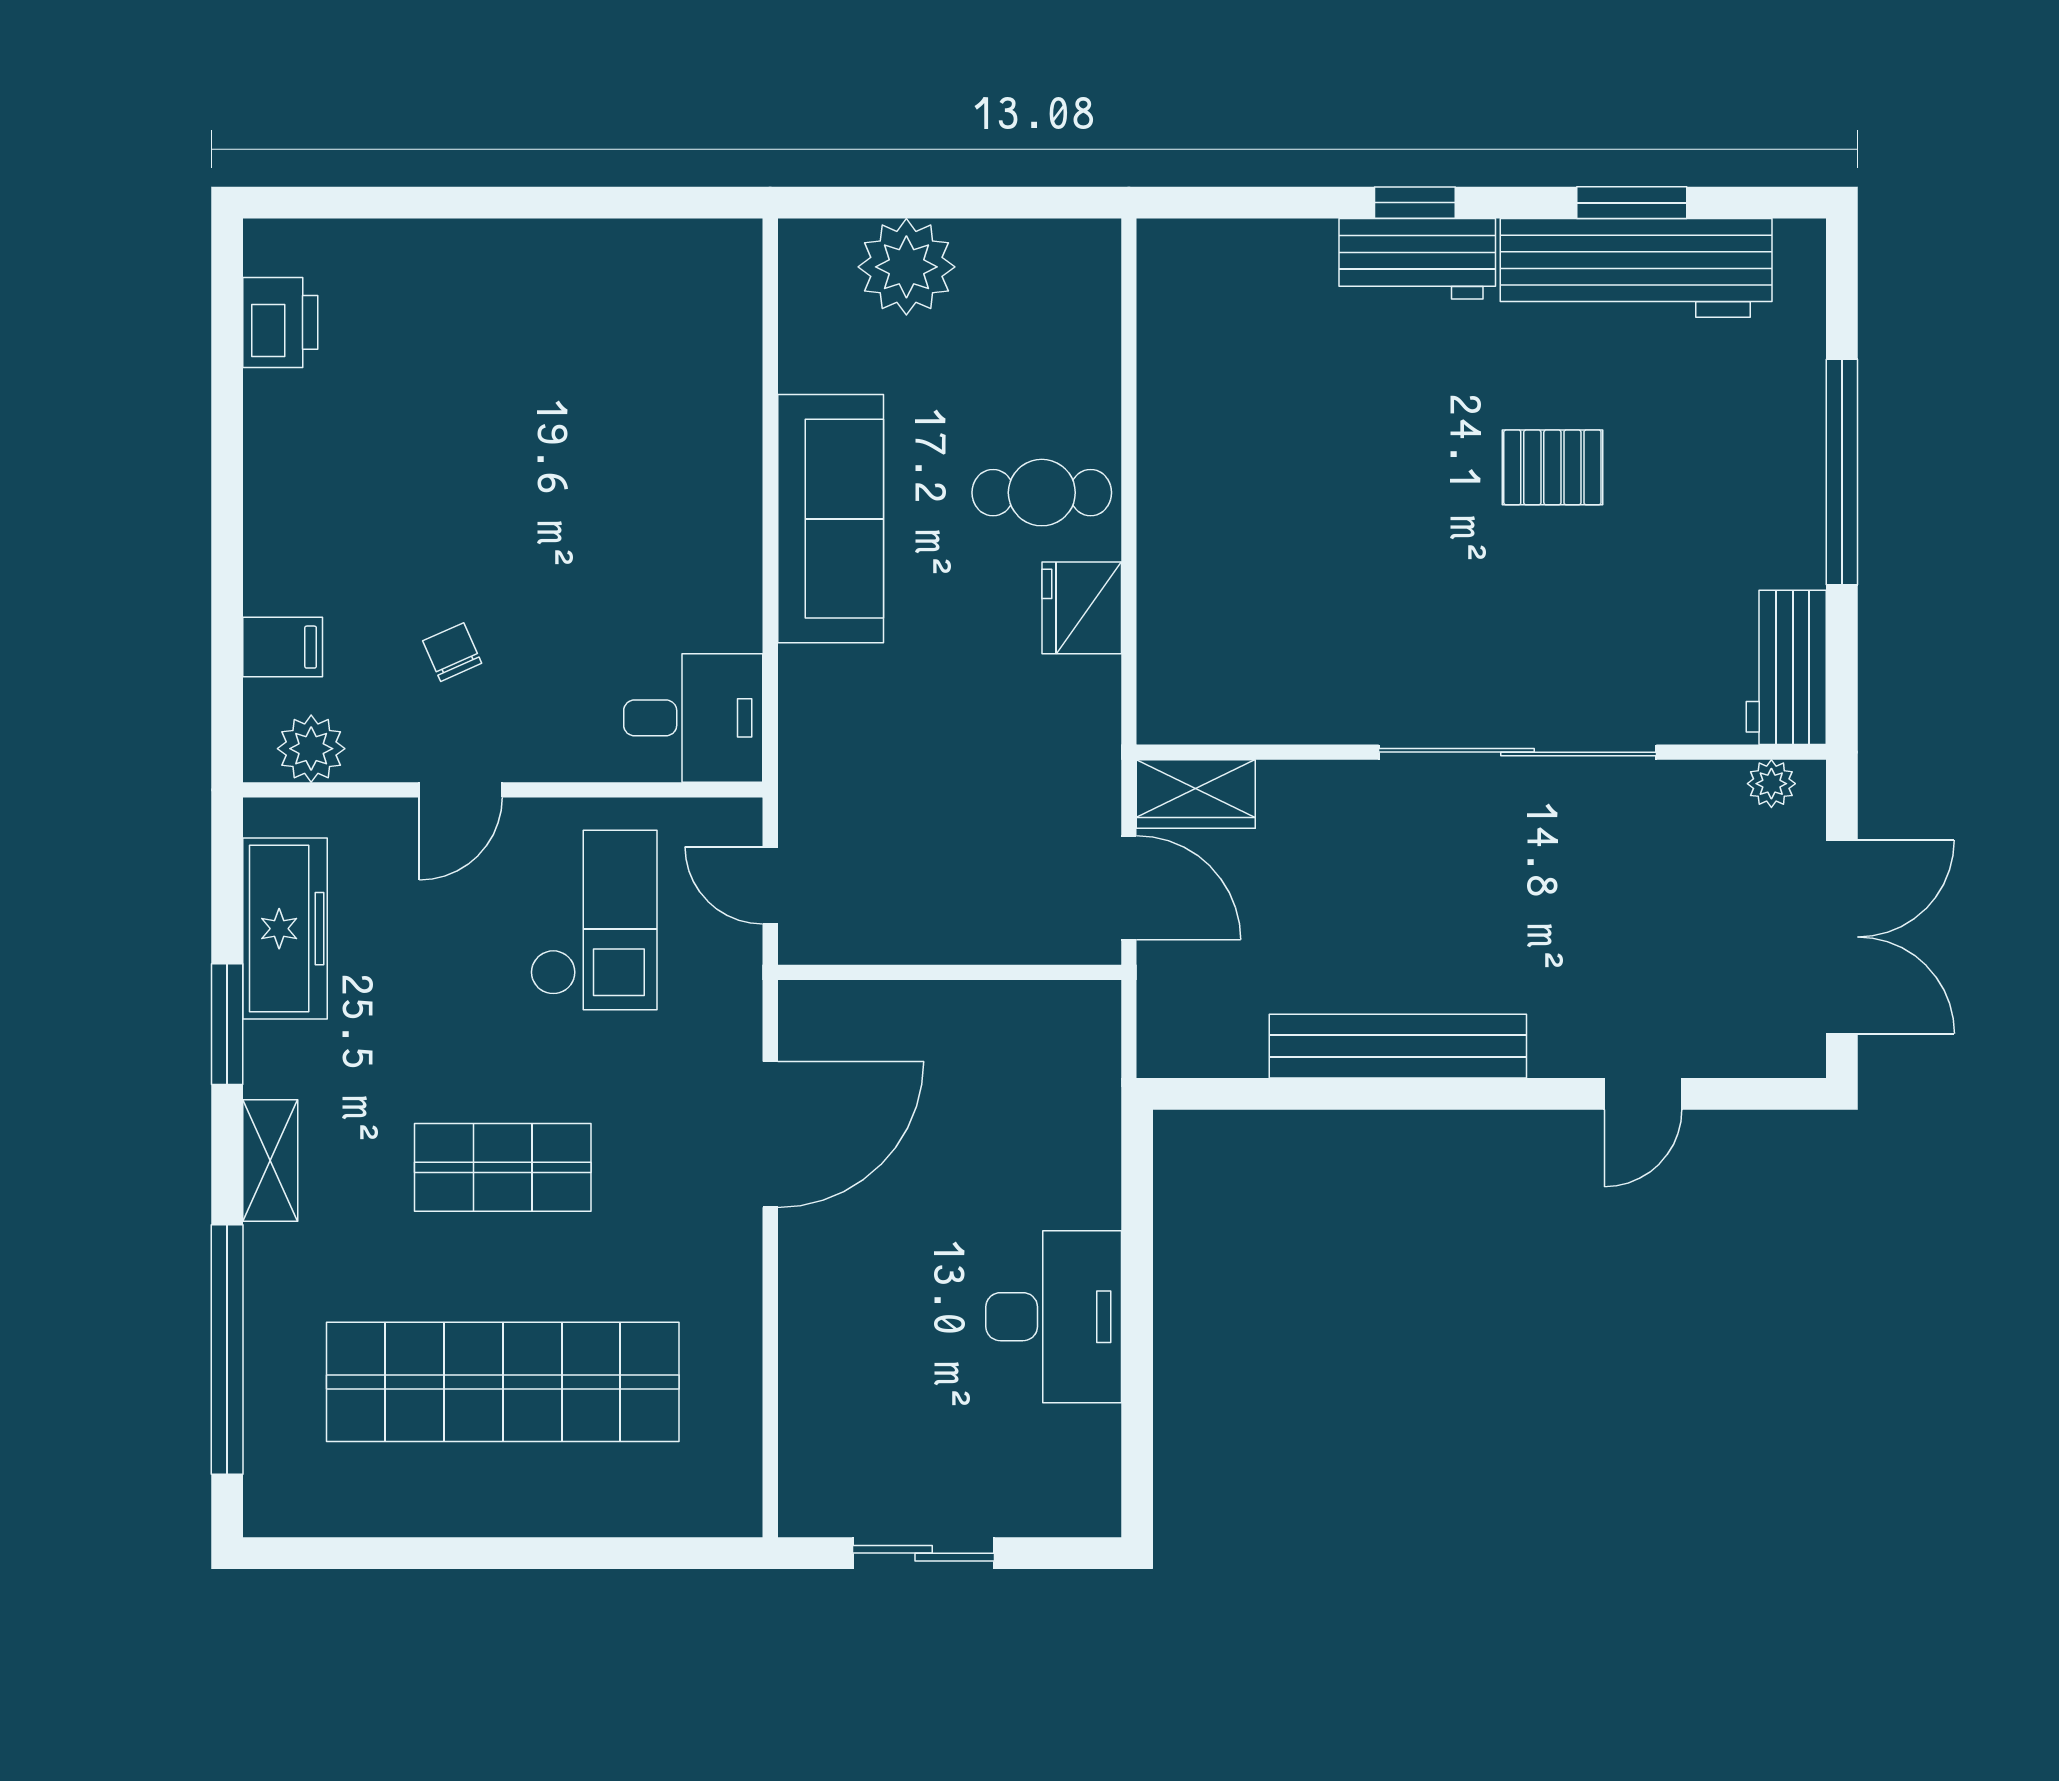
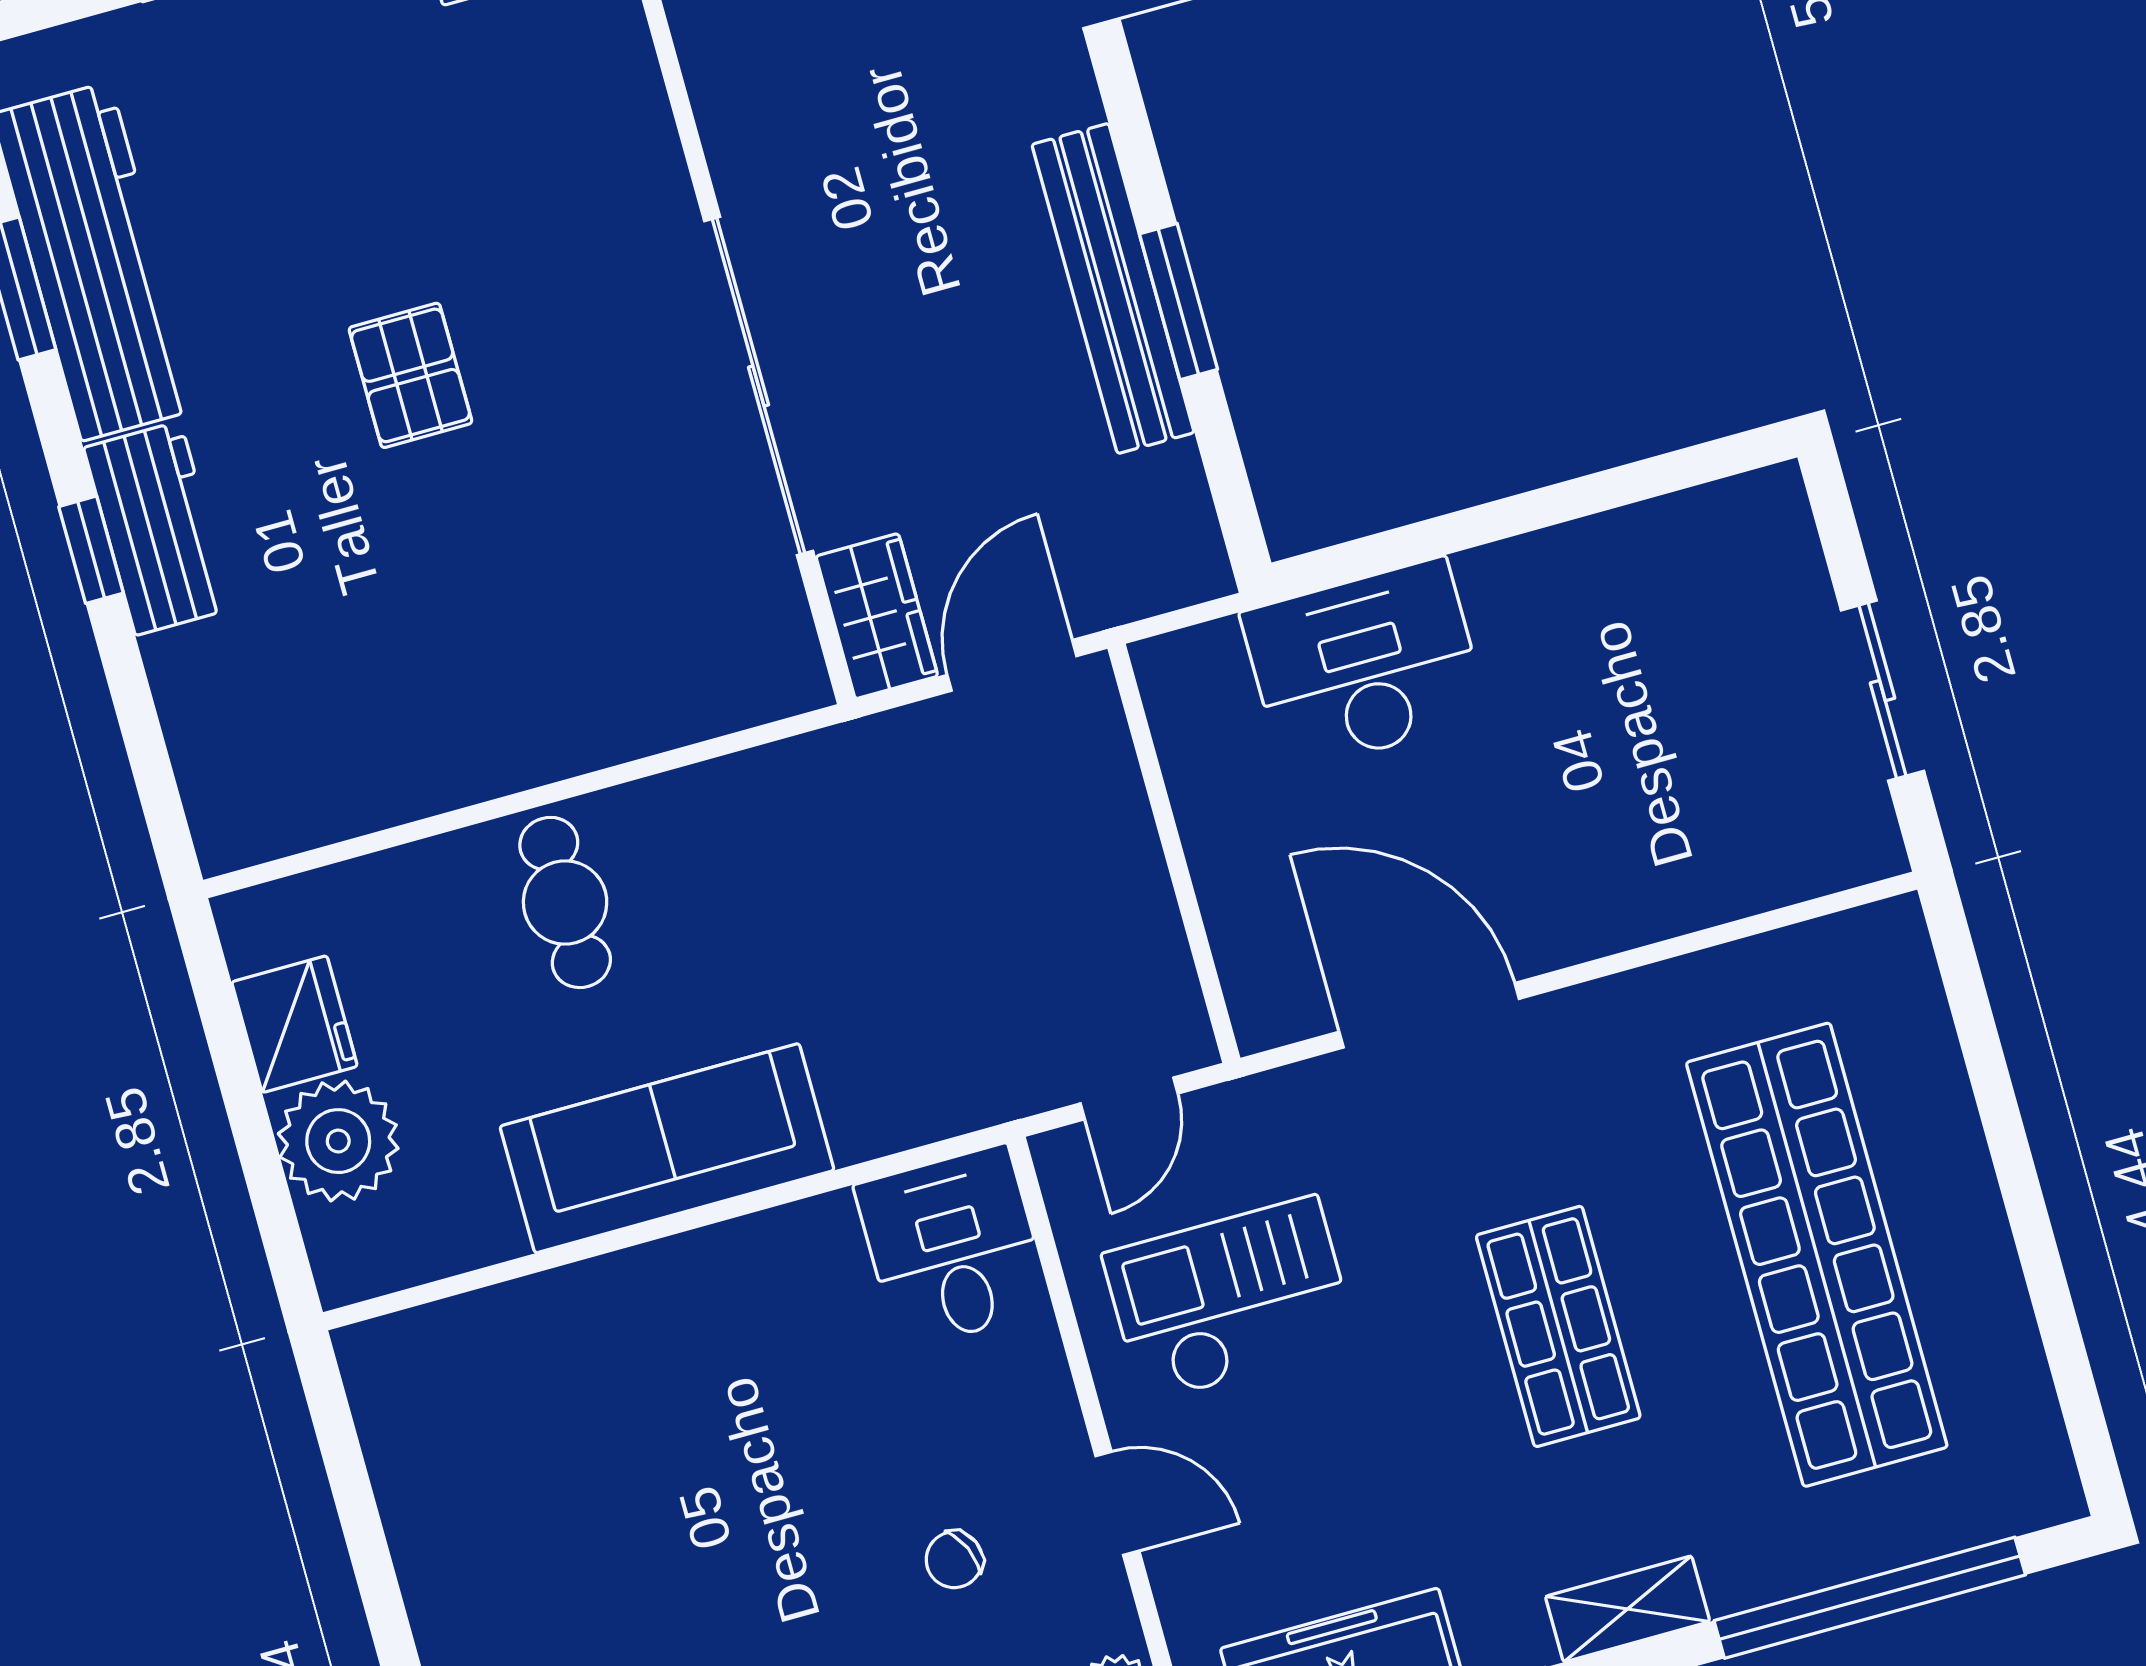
pallet: (1552, 467) -> (410, 375), moved
fridge: (1082, 608) -> (294, 1024), moved, turned -90
sliding door: (1518, 752) -> (759, 386), moved
window: (1374, 1094) -> (1178, 302), added
desk: (1054, 1317) -> (1365, 665), moved

